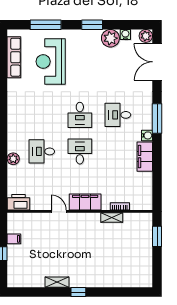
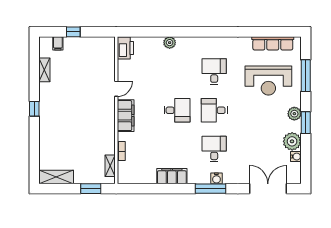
plant: (146, 36) -> (294, 114), moved
reception desk: (51, 62) -> (268, 81), turned 180
water cooler: (147, 135) -> (216, 178), moved
desk: (42, 151) -> (214, 72), moved
shelving: (112, 217) -> (110, 166), moved
filing cabinet: (14, 239) -> (58, 43), moved
shelving: (146, 271) -> (56, 177), added
shelving: (57, 282) -> (44, 70), moved

